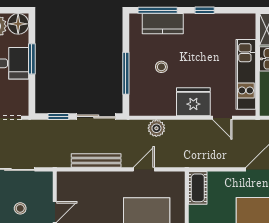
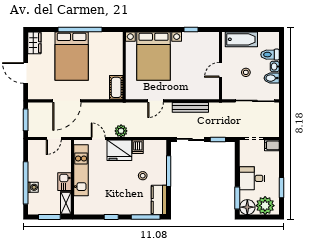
kitchen counter: (163, 24) -> (159, 200), moved, turned -90
window: (32, 59) -> (237, 198), moved
dishwasher: (168, 107) -> (138, 147), added
plant: (156, 128) -> (121, 131), moved

